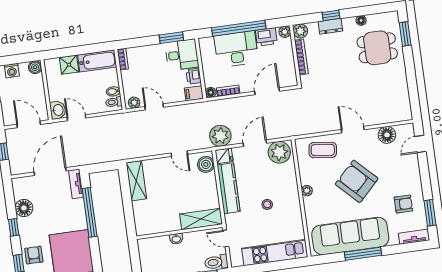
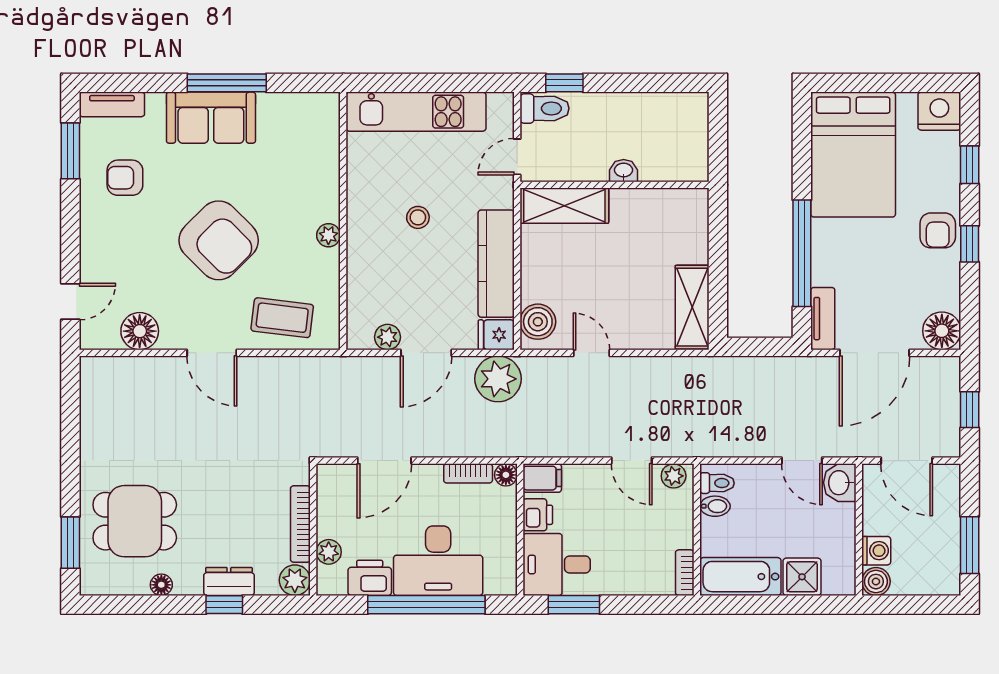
plant: (285, 32) -> (329, 552), moved
washing machine: (12, 71) -> (876, 551), moved, turned 90
plant: (279, 152) -> (387, 337), width x0.53, depth x0.53
floor lamp: (24, 208) -> (942, 331), moved
sofa: (350, 236) -> (211, 118), width x0.54, depth x0.79
door: (226, 238) -> (517, 157), swing flipped
armchair: (34, 255) -> (938, 230), moved

